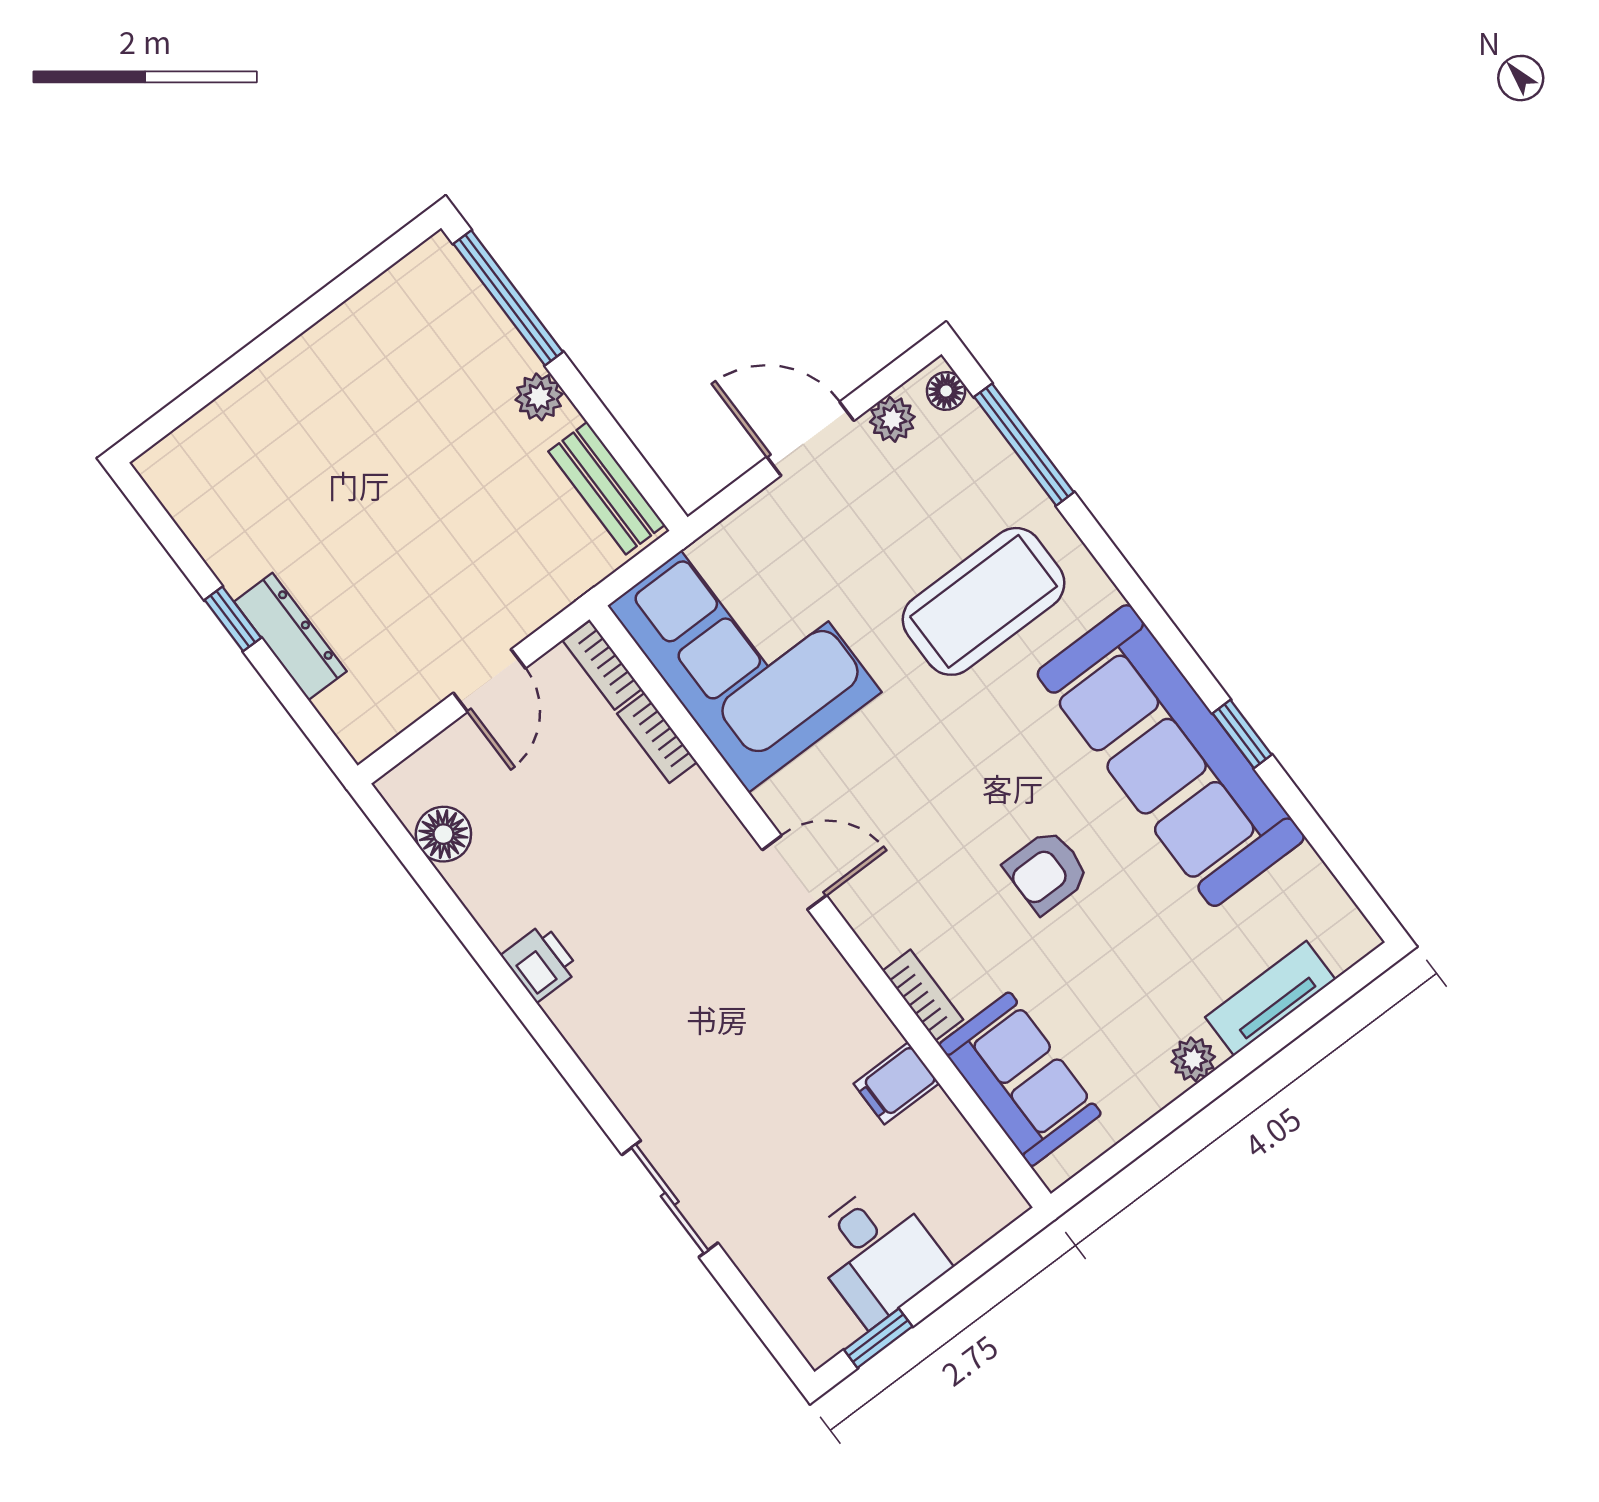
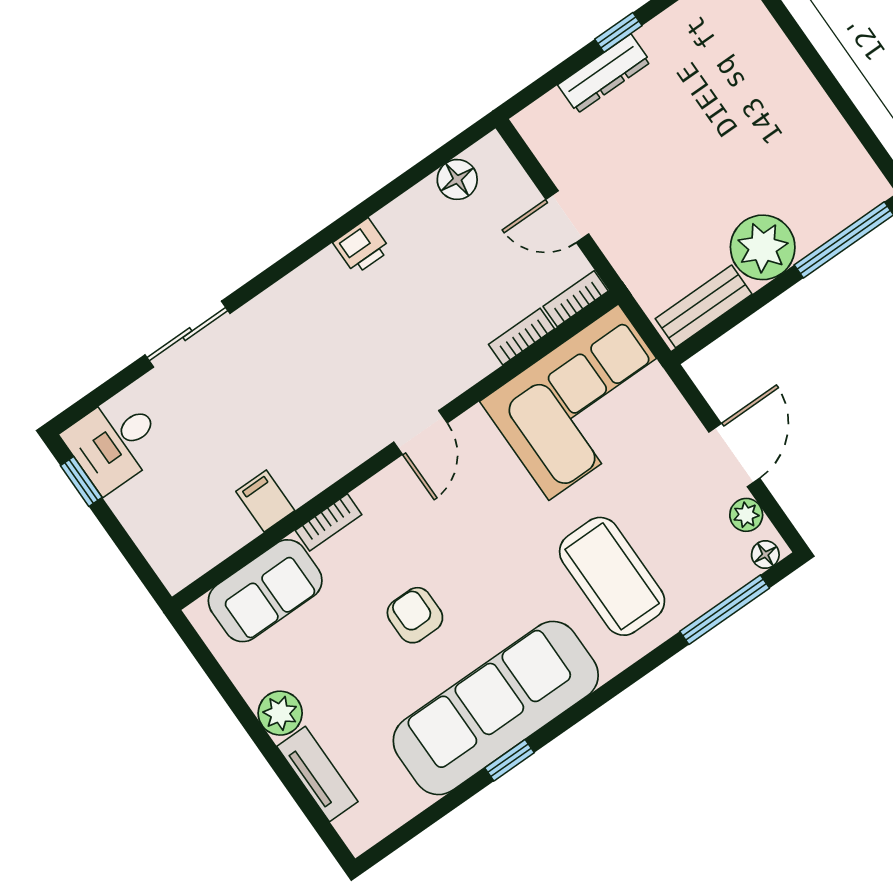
plant: (539, 397) -> (763, 247), width x1.87, depth x1.87
plant: (1193, 1059) -> (280, 713), width x1.38, depth x1.38
desk: (877, 1253) -> (115, 442), moved

